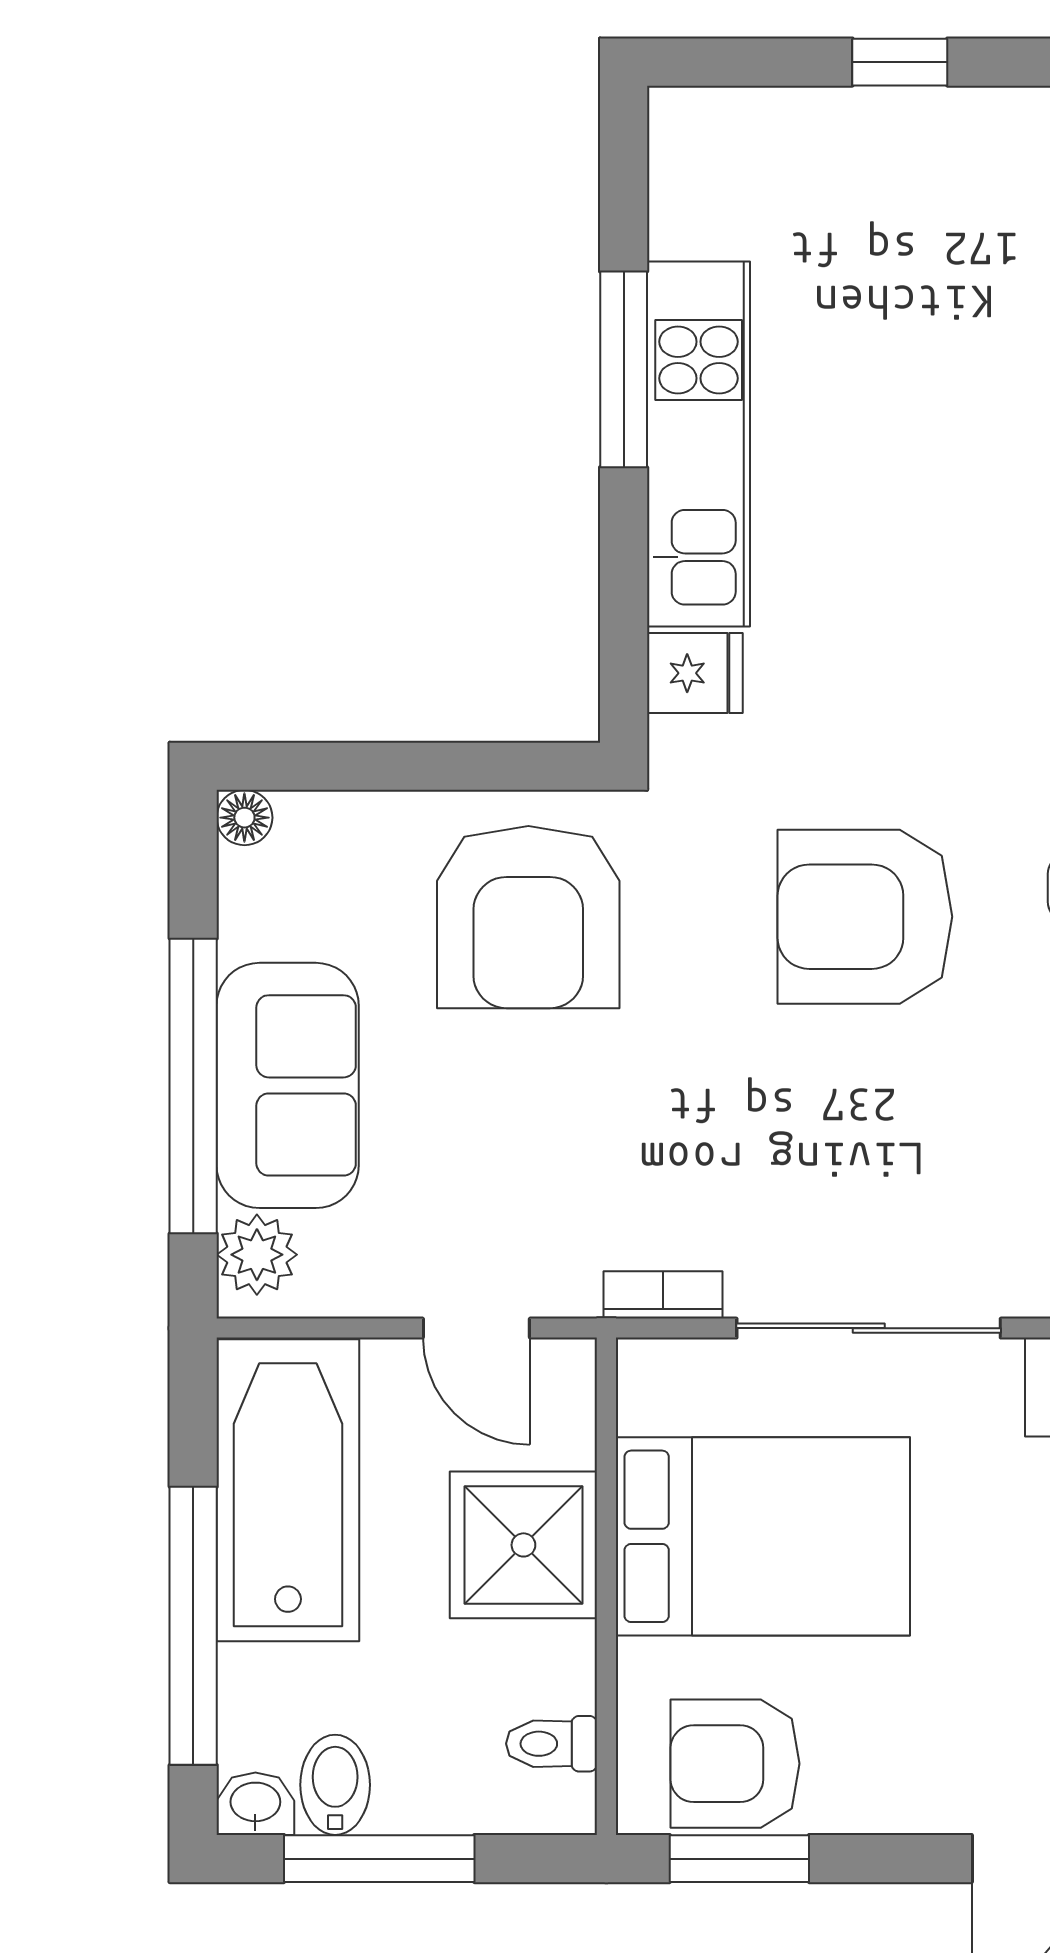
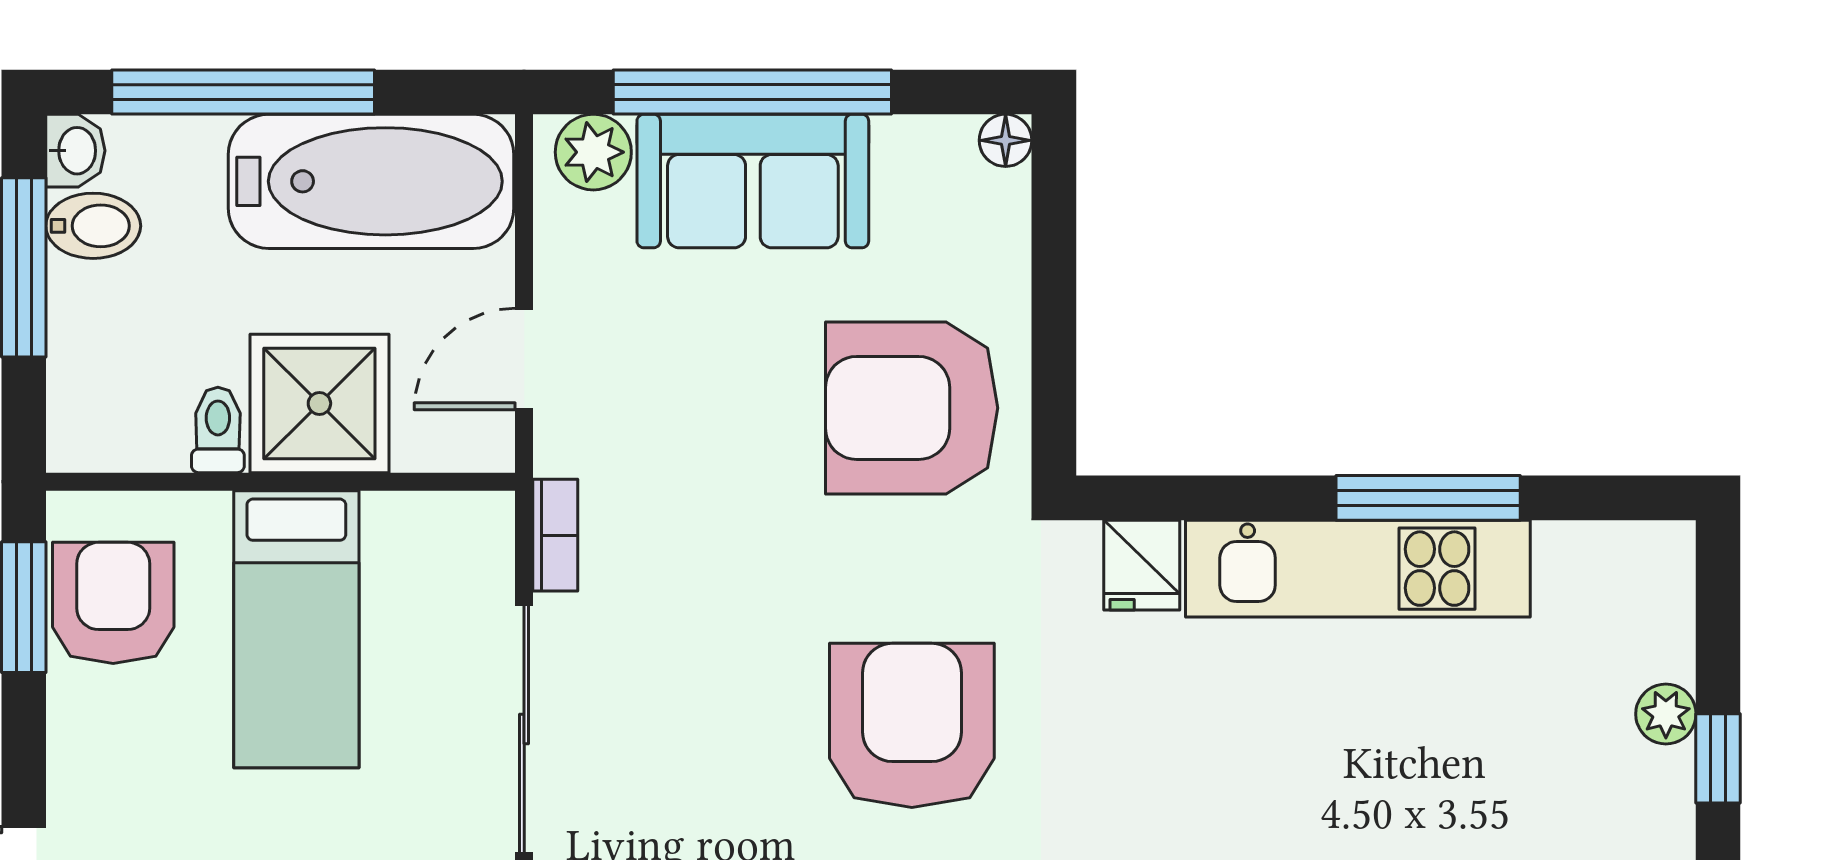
plant: (853, 117) -> (1666, 714), added
bed: (763, 1536) -> (296, 629), width x0.67
toilet: (552, 1744) -> (218, 430), moved

